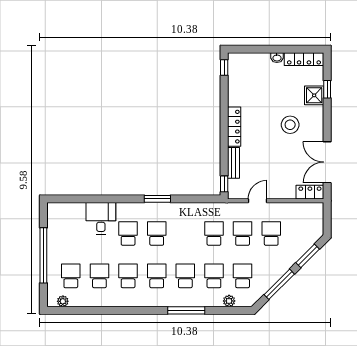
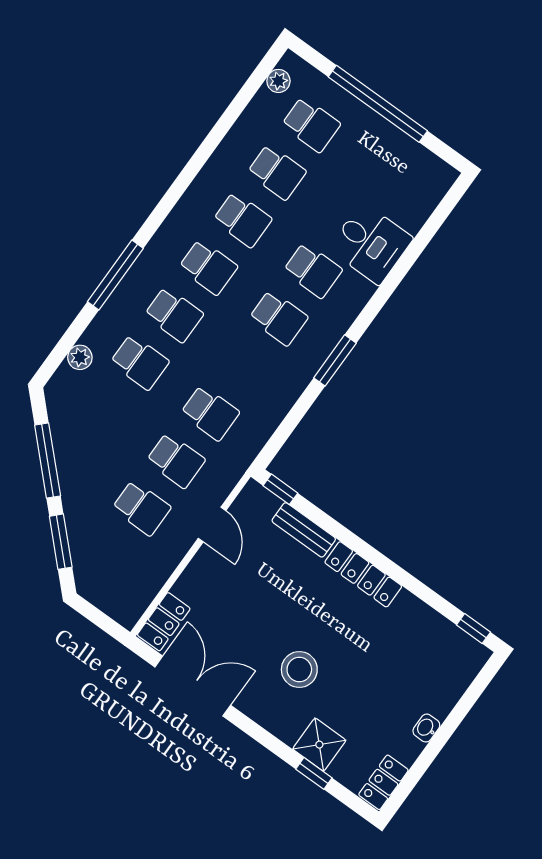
locker: (304, 59) -> (383, 782), width x0.66
school desk: (243, 276) -> (105, 410), removed

